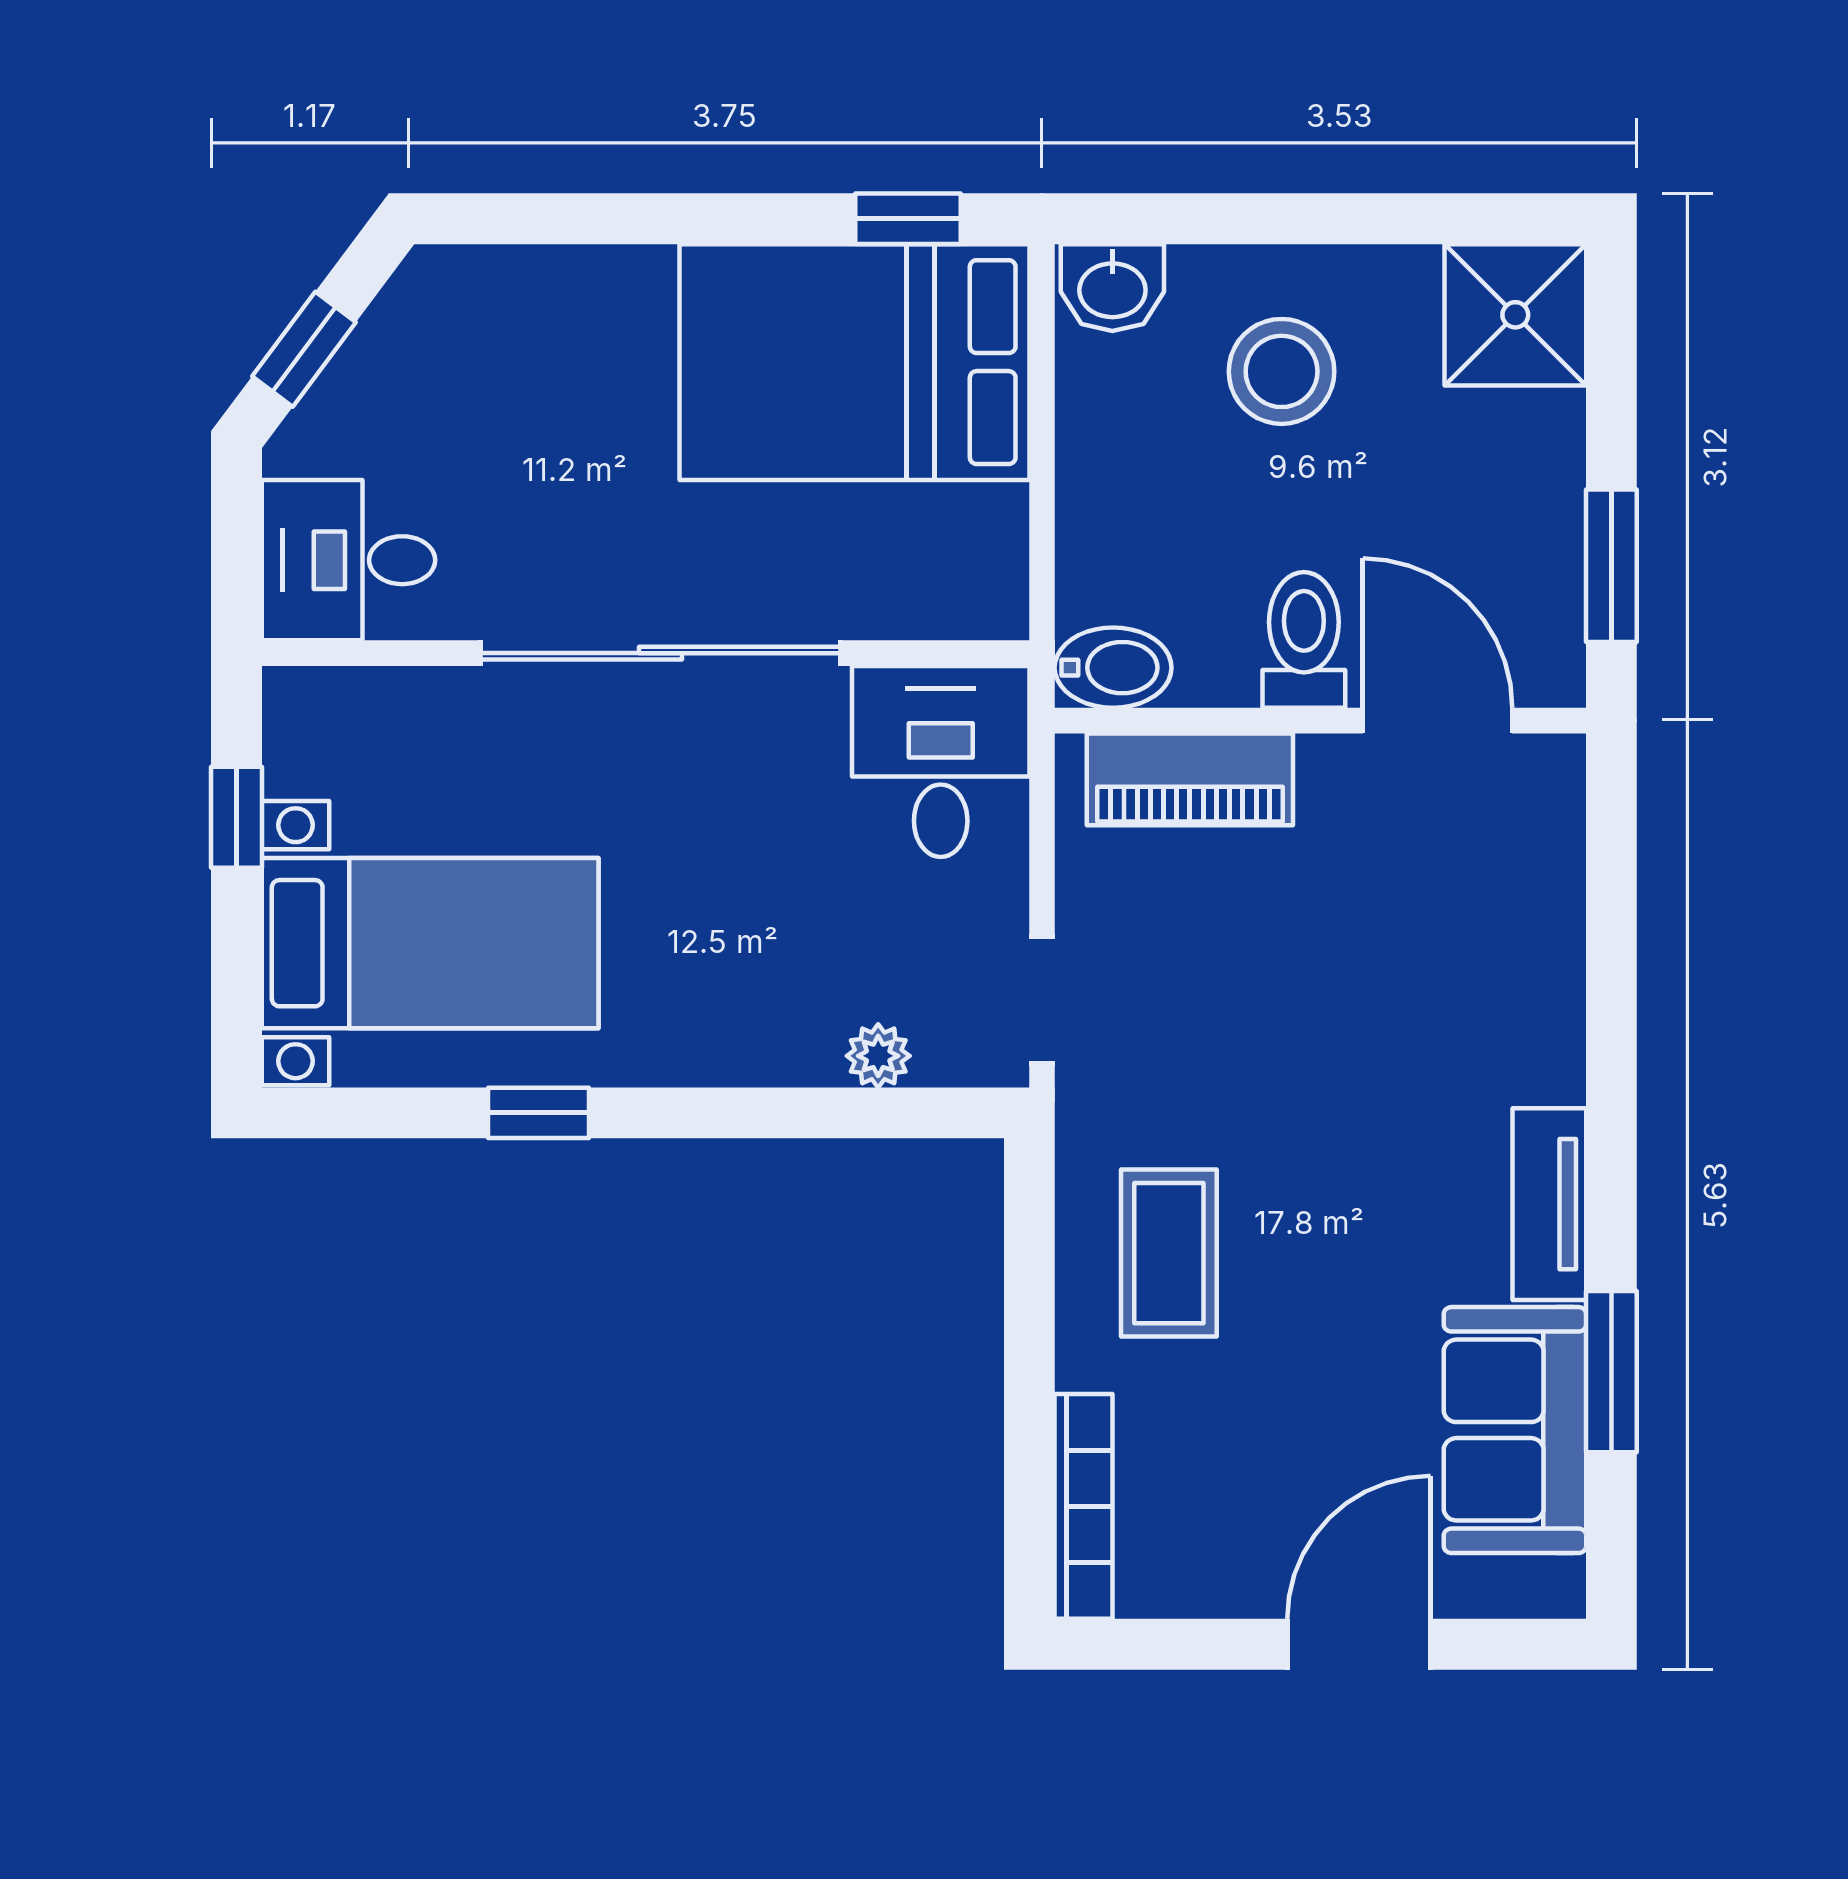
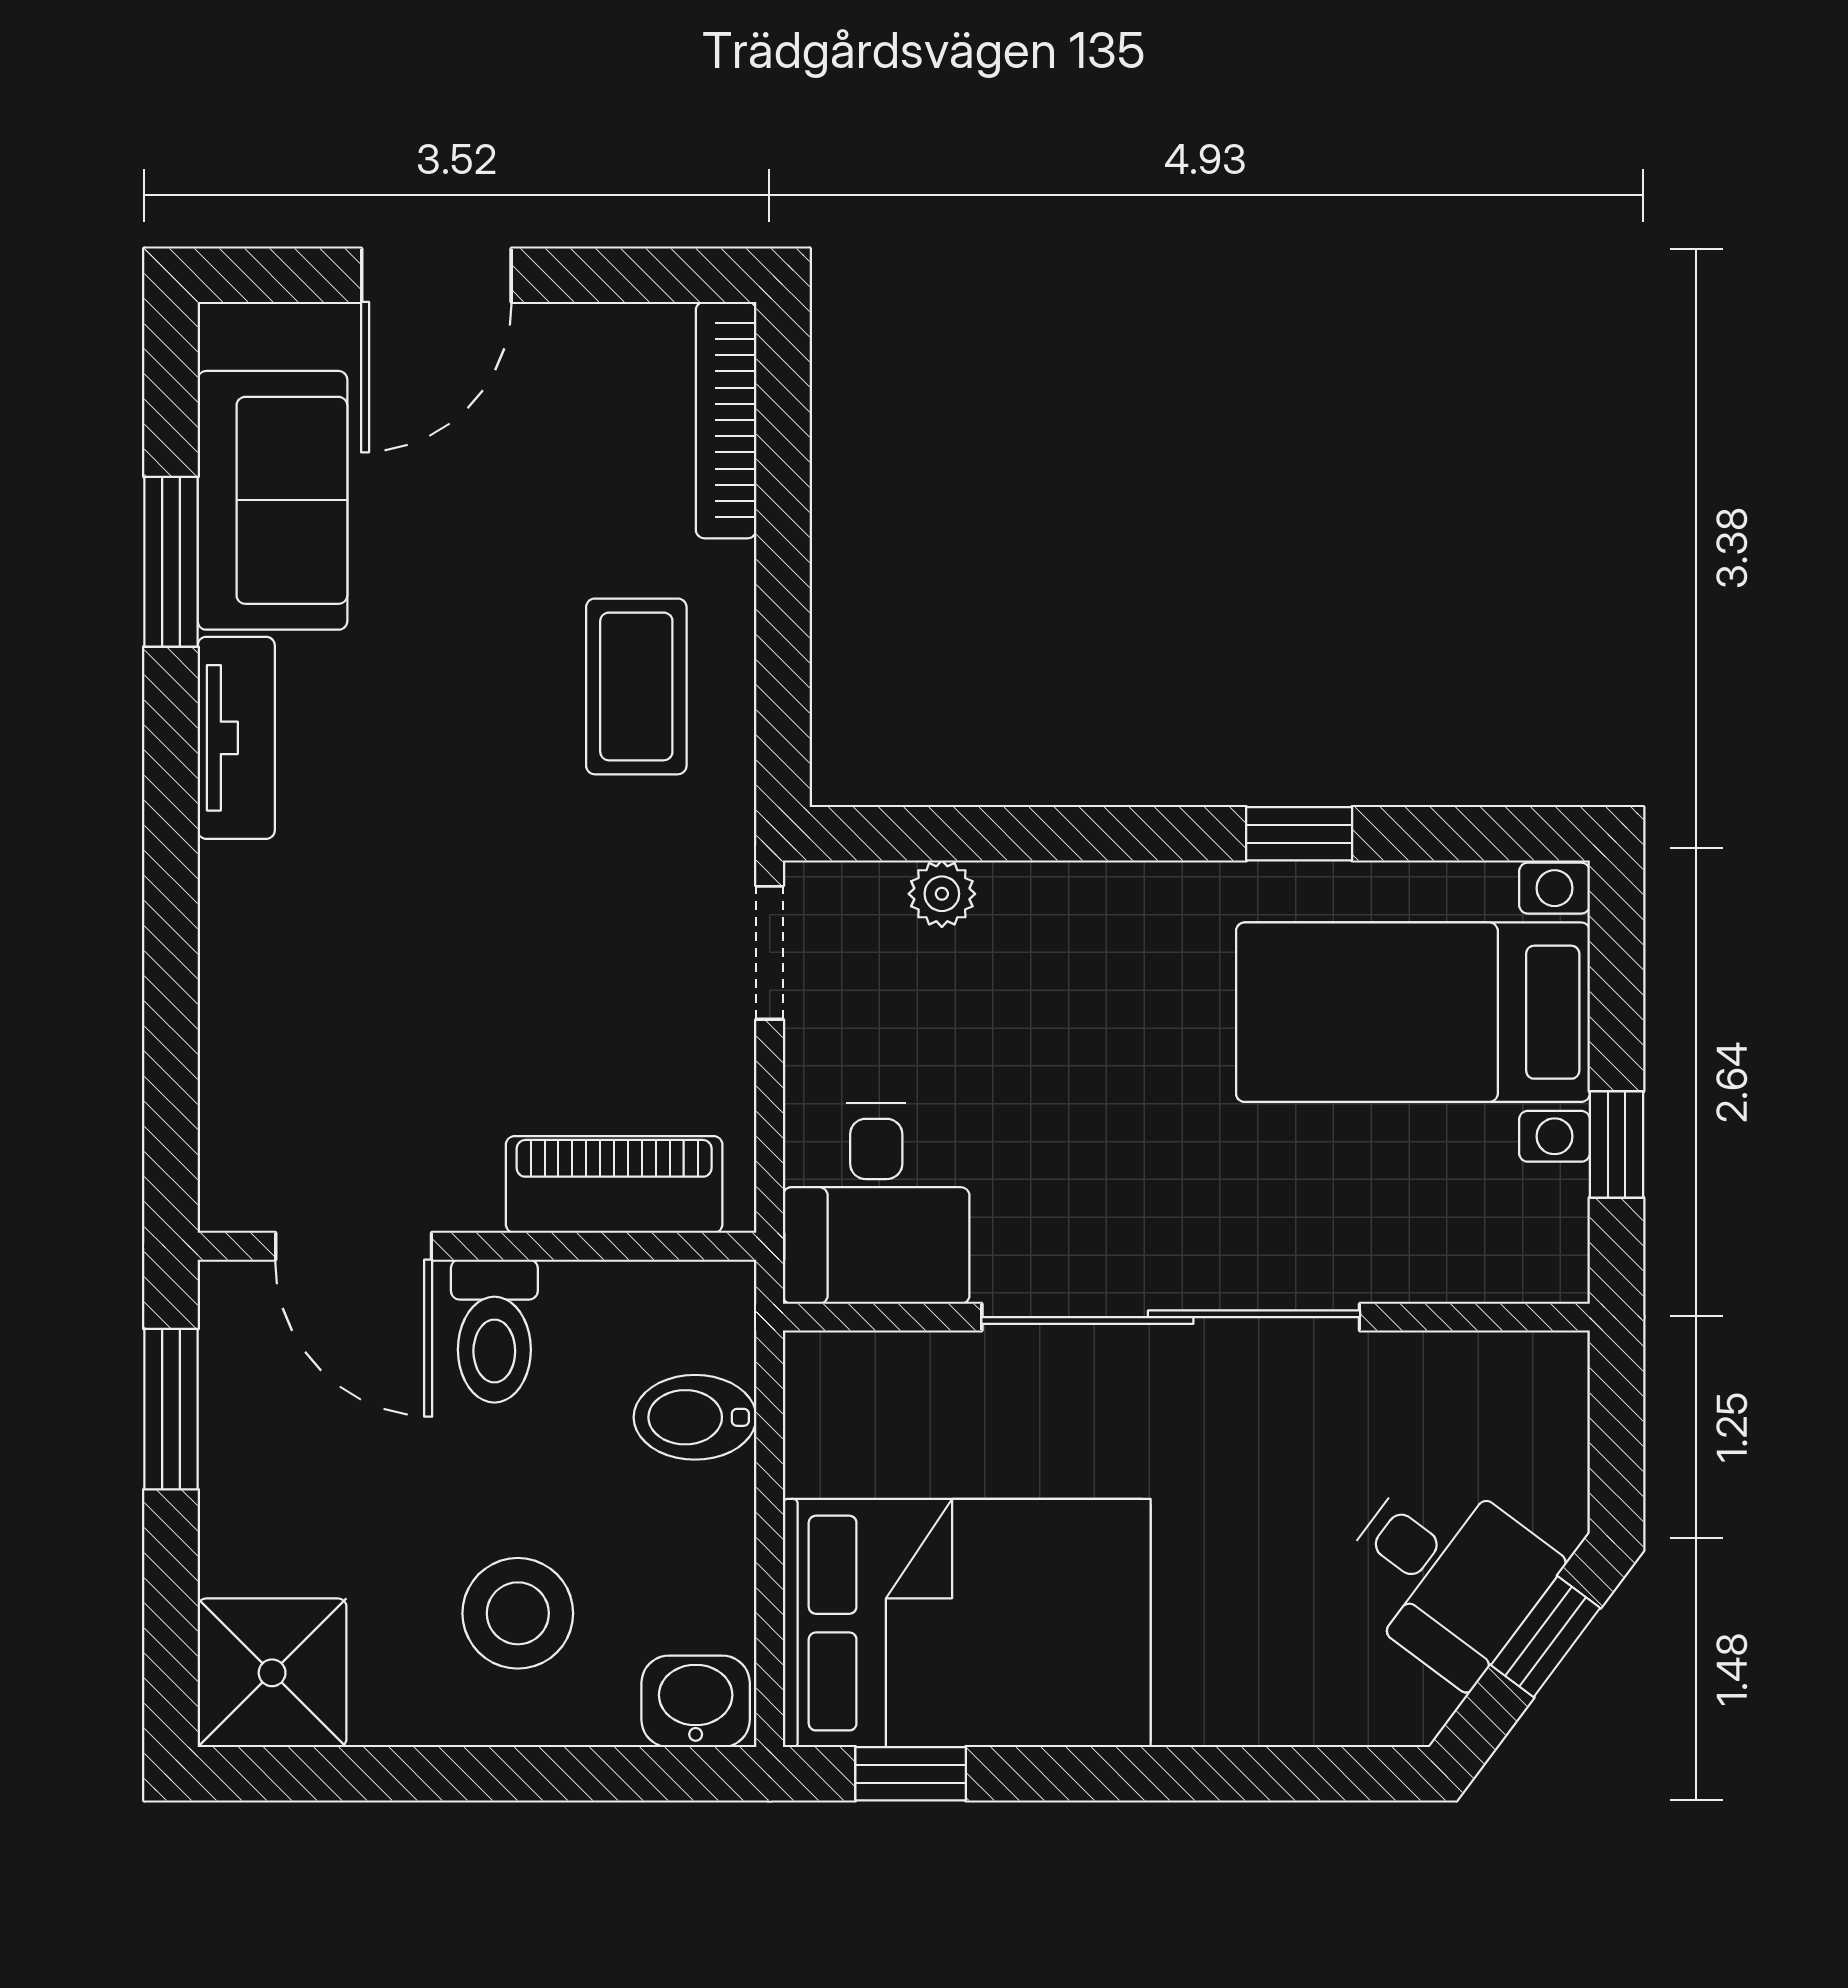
desk: (348, 560) -> (1446, 1574), moved, turned 37
bidet: (1113, 668) -> (695, 1417), moved

